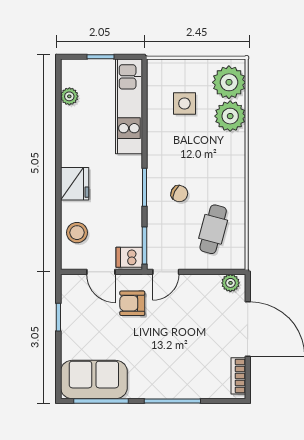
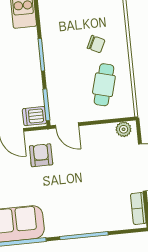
chair: (179, 194) -> (96, 44), moved
door: (166, 272) -> (67, 125), hinge flipped
armchair: (132, 303) -> (41, 155), turned 90

